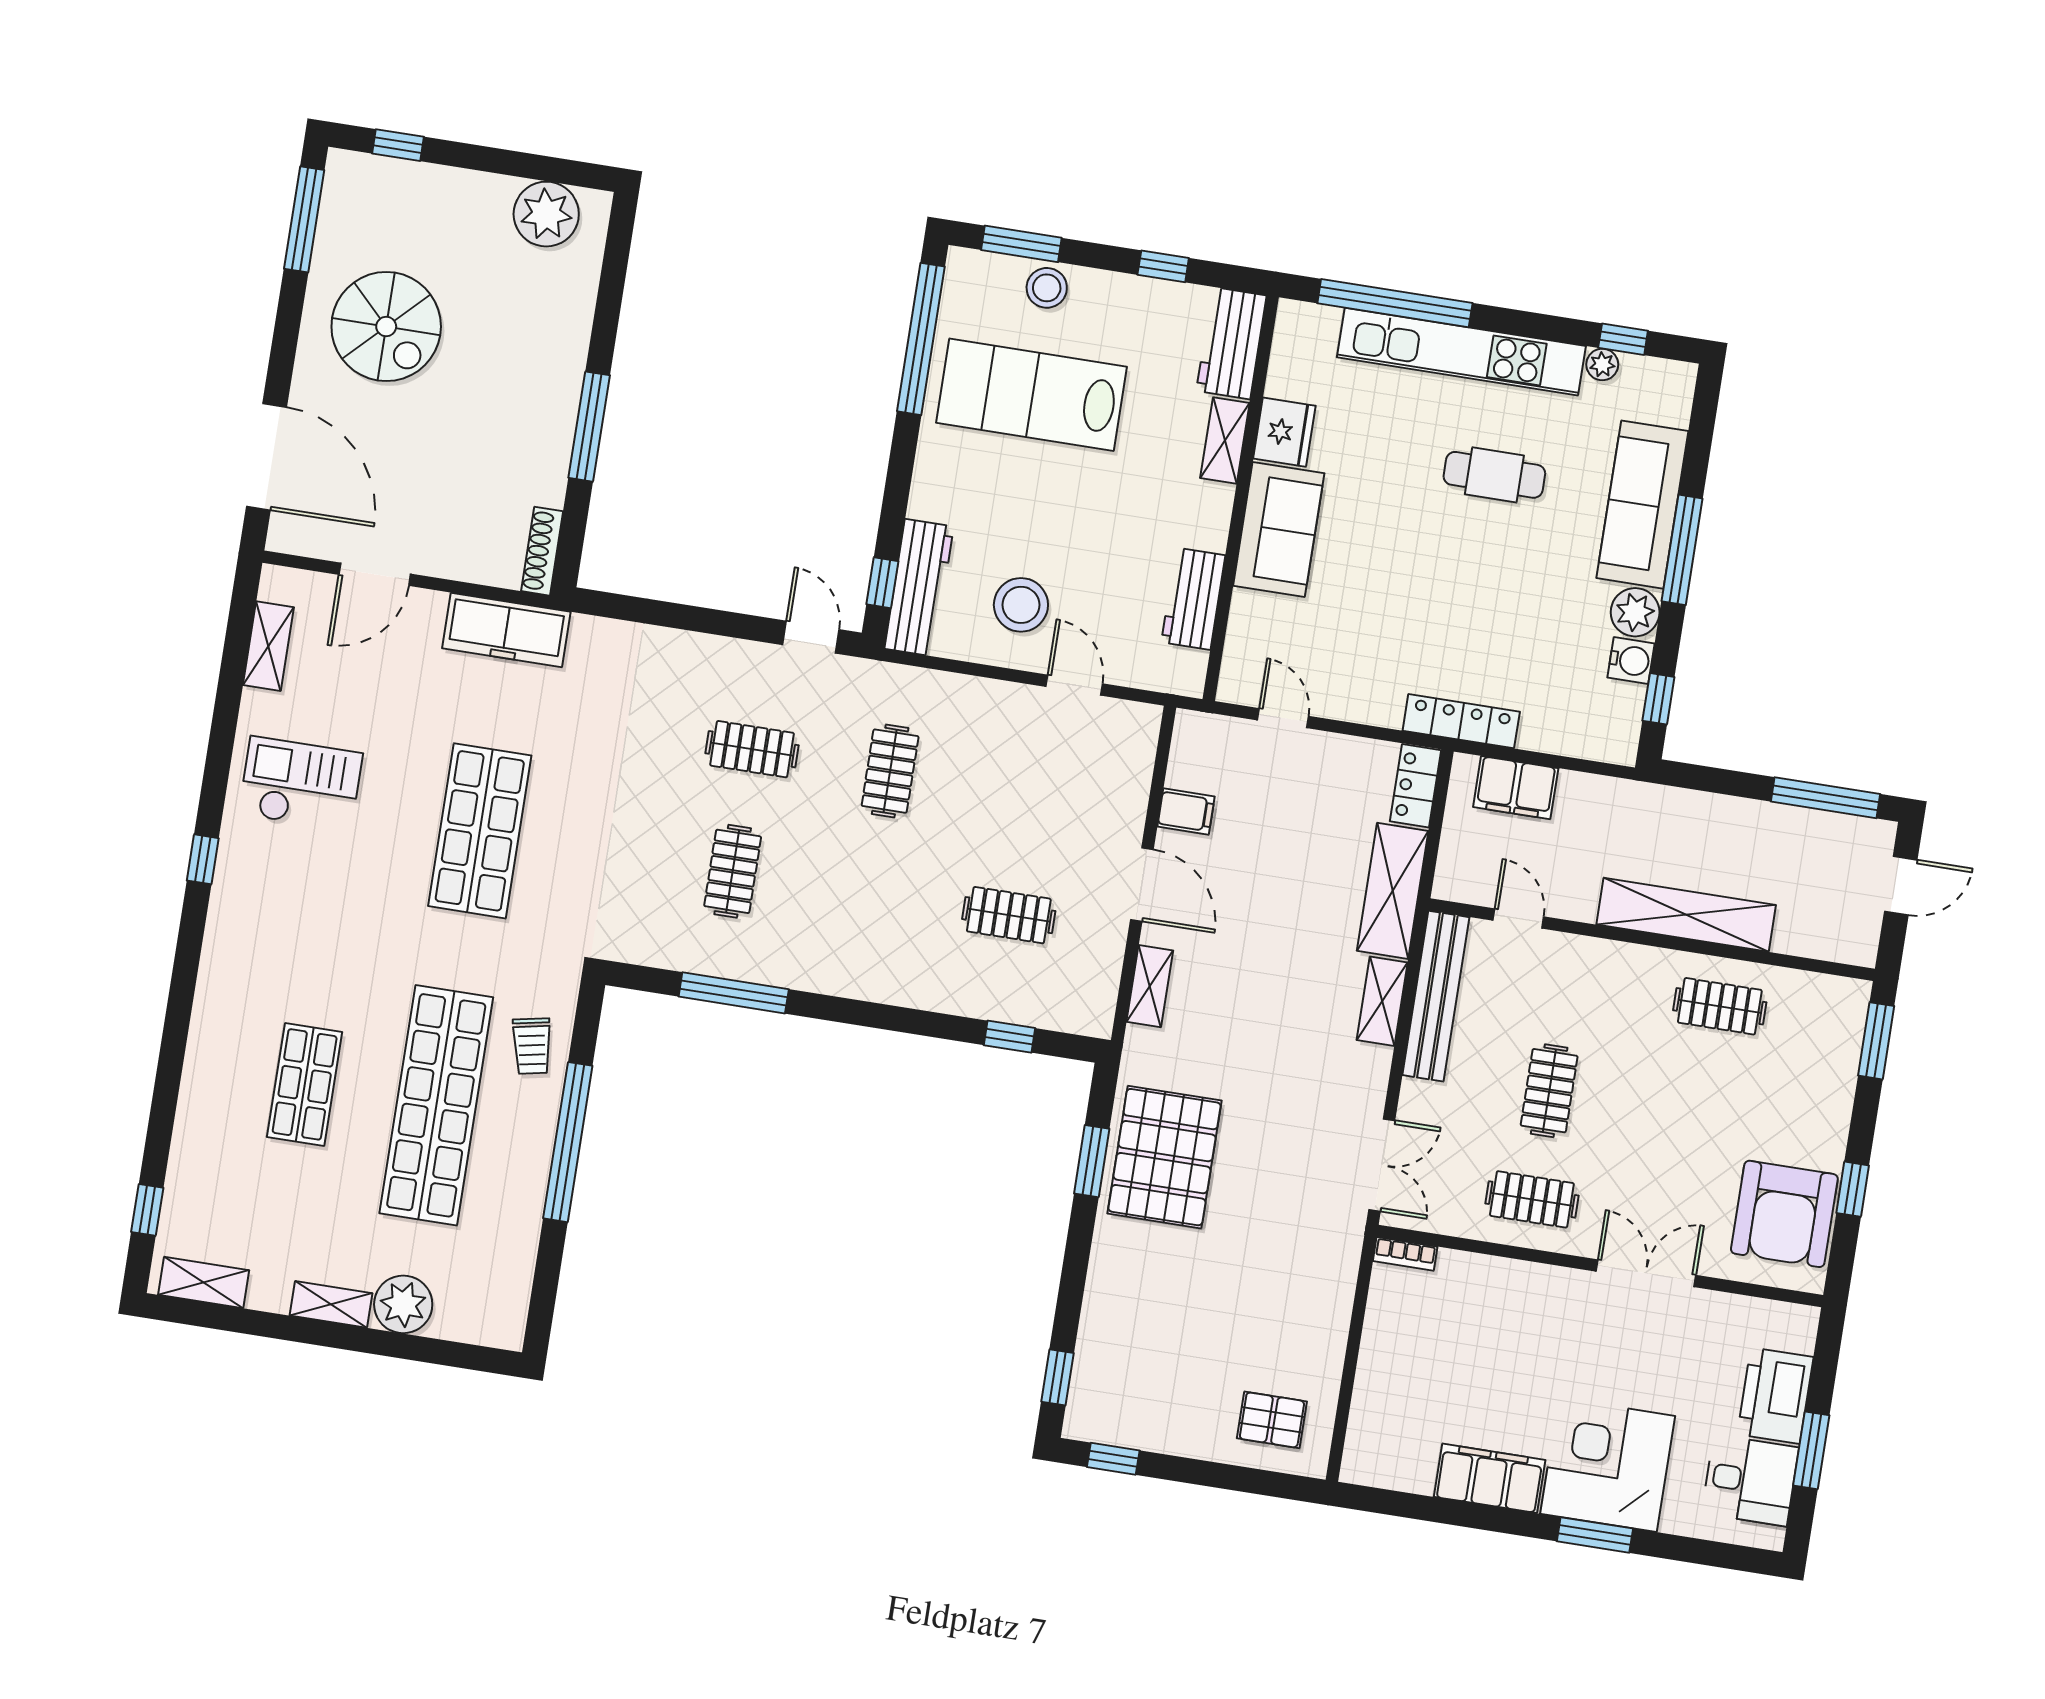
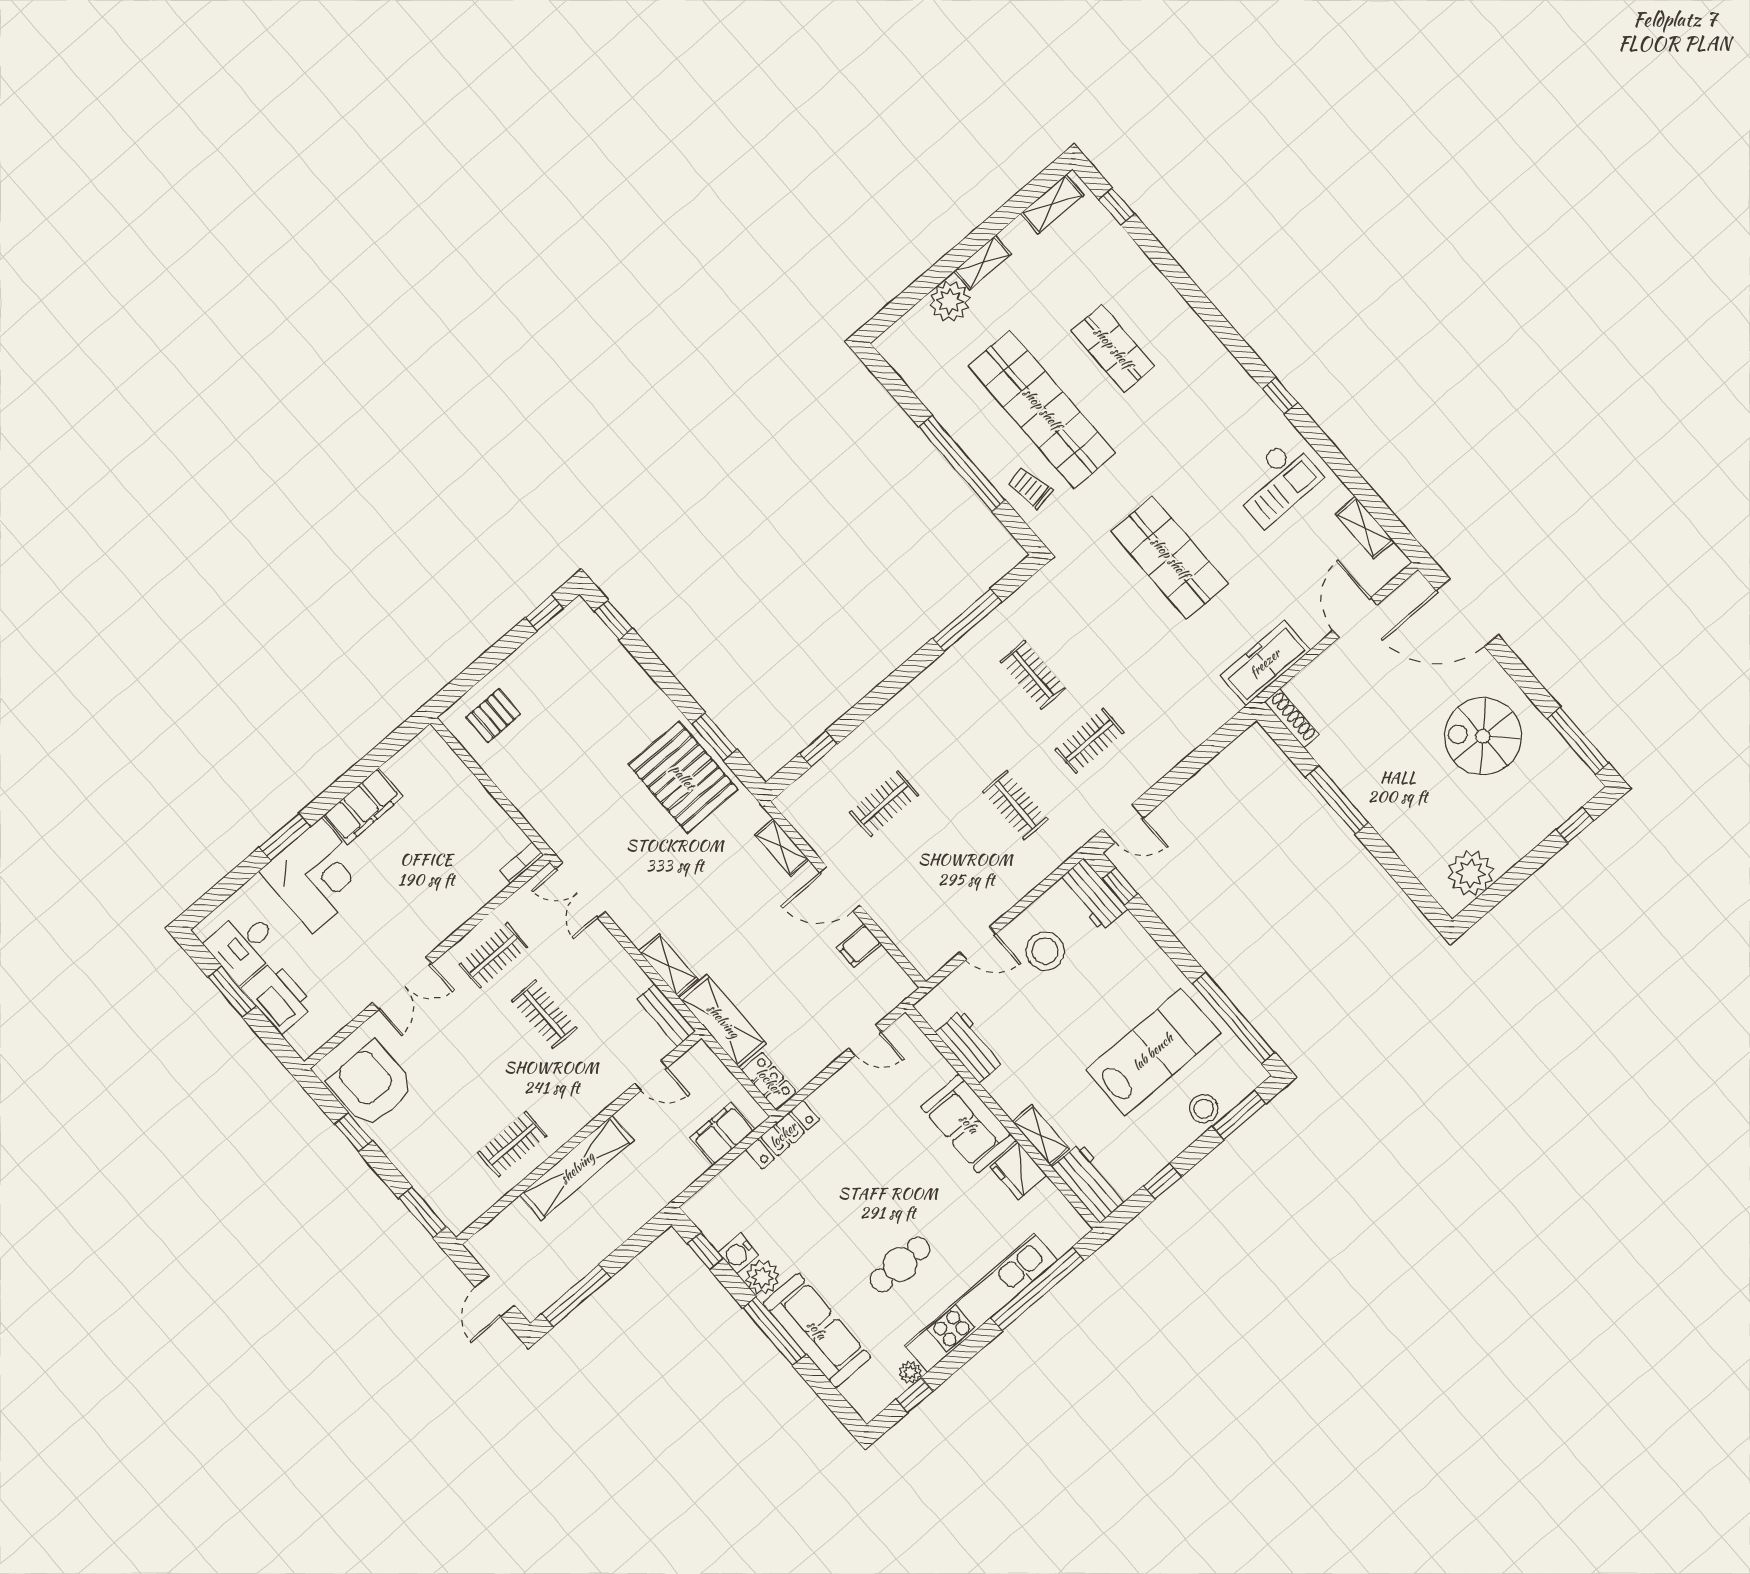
workbench: (919, 588) -> (1092, 894), width x0.73
bench: (1436, 996) -> (666, 1015), width x0.54, depth x0.82

